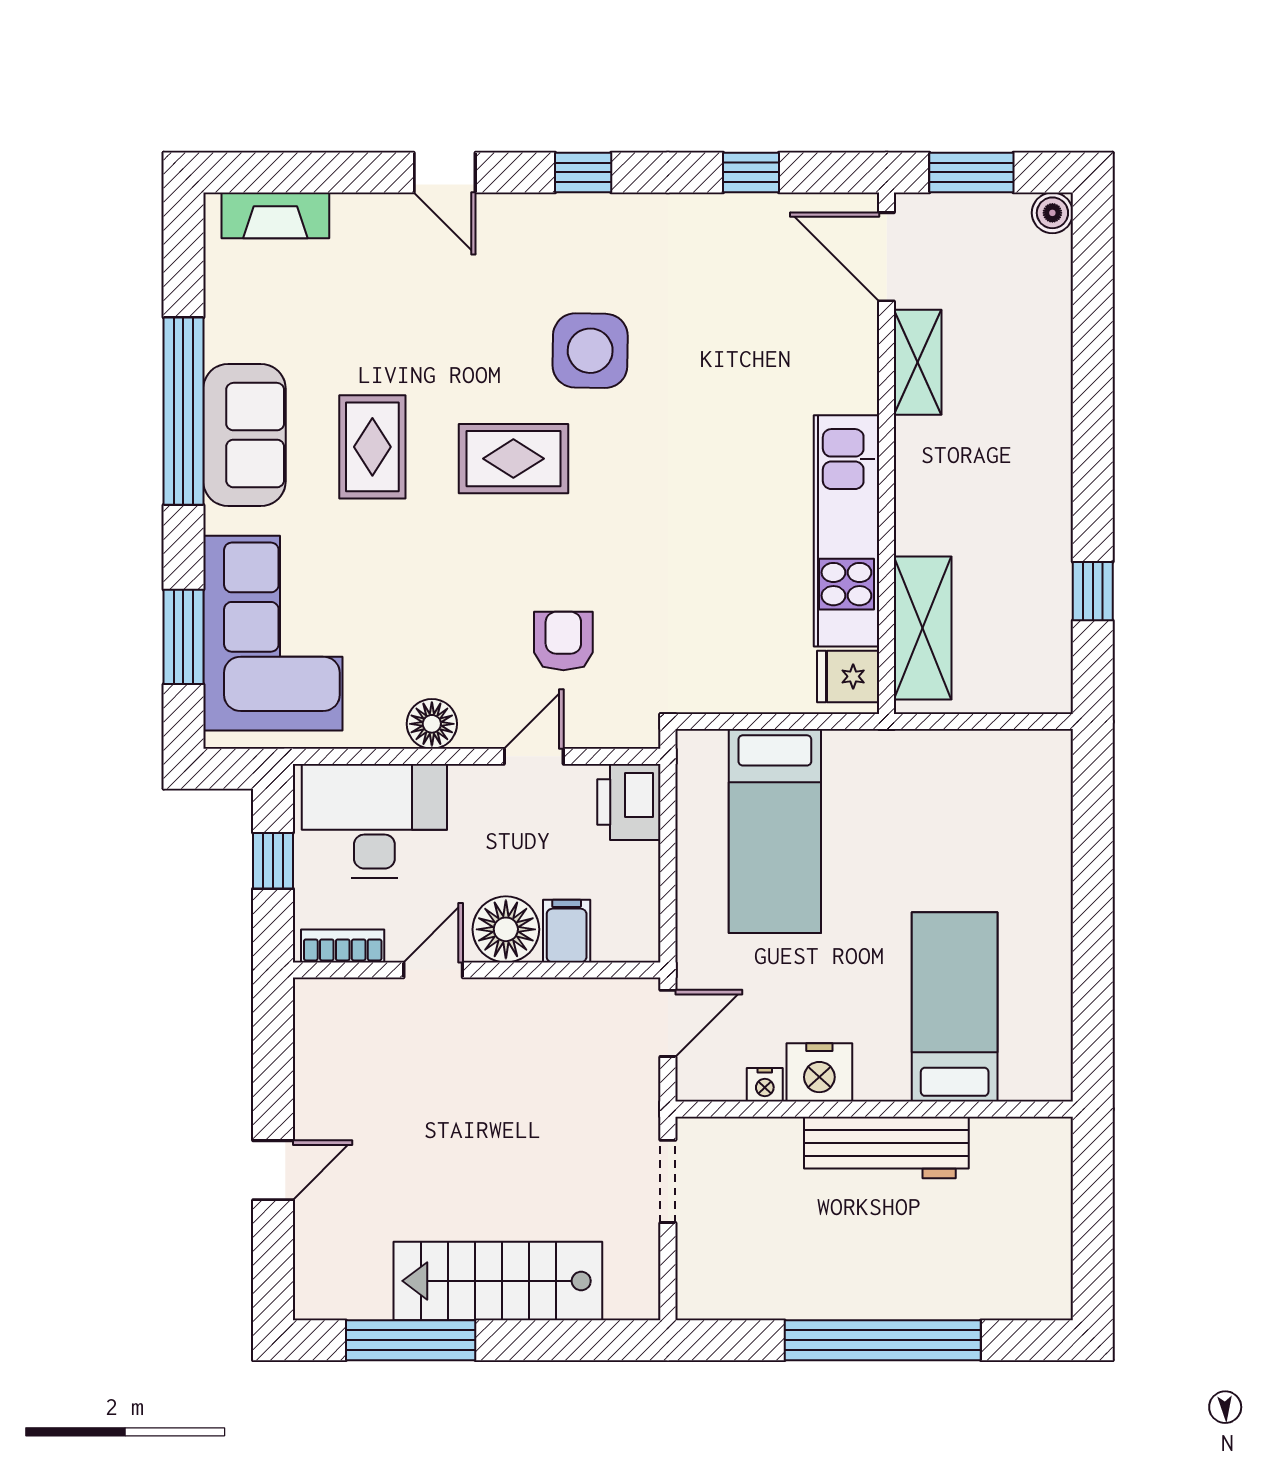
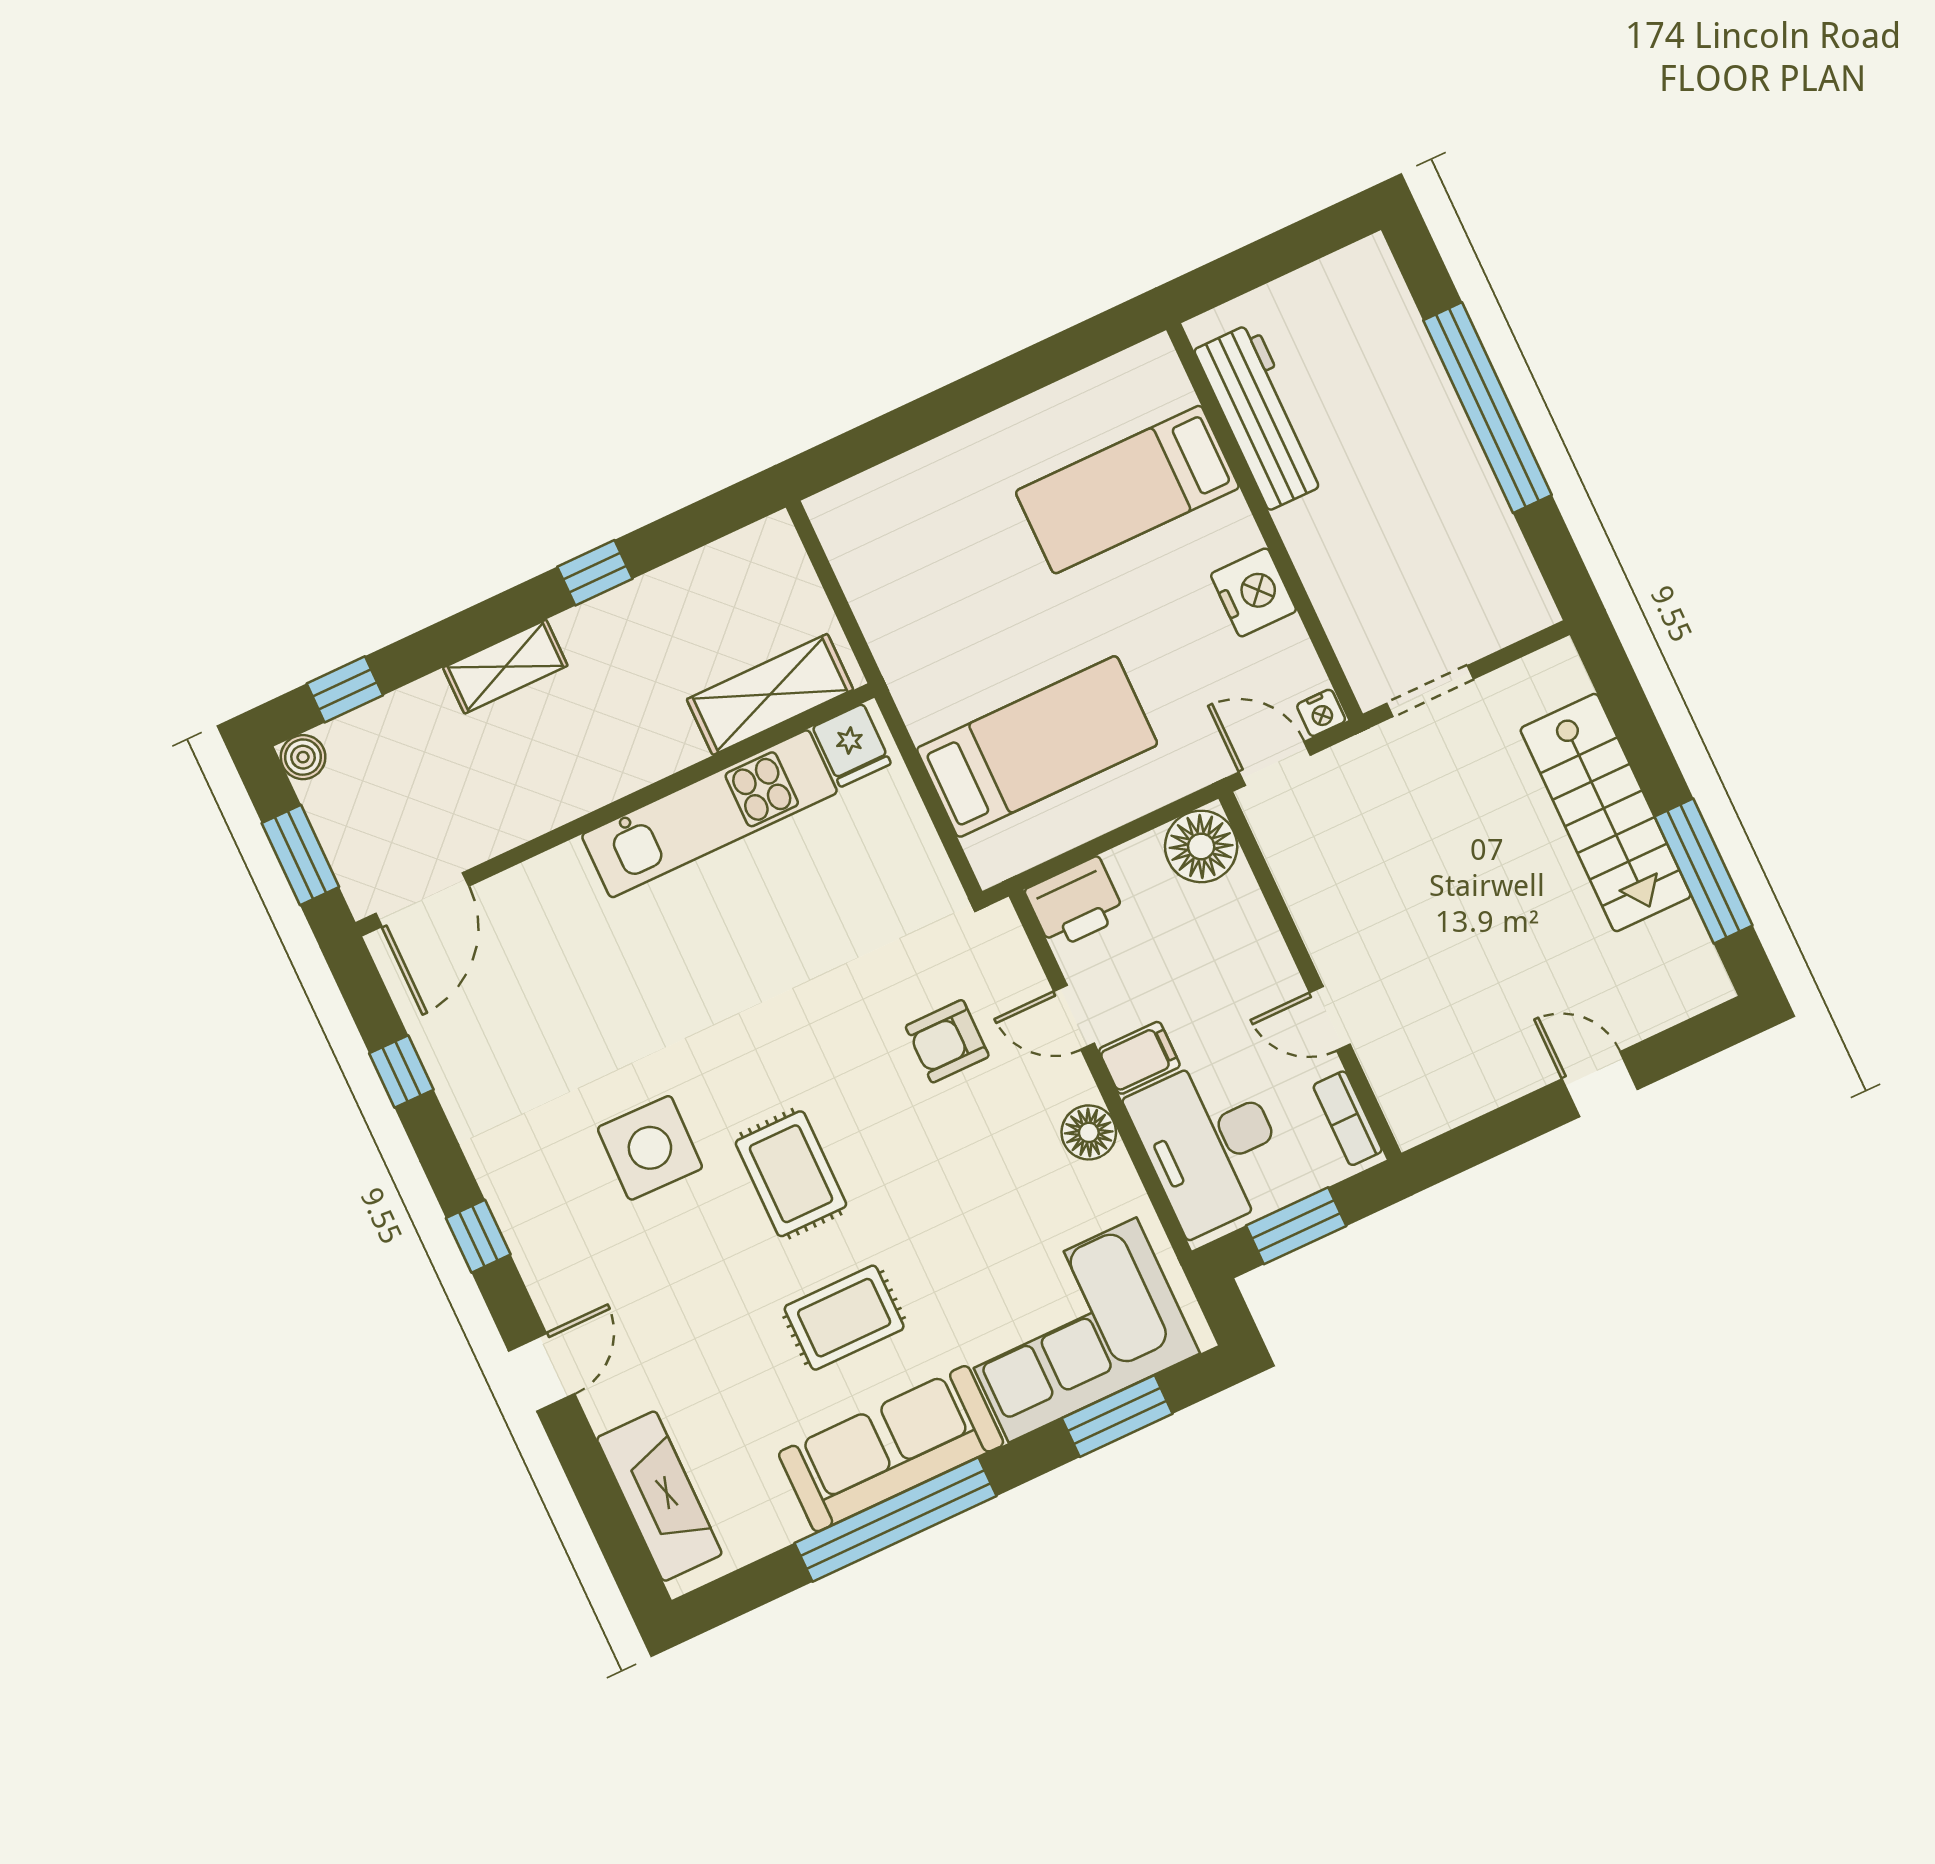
fireplace: (275, 215) -> (659, 1496), width x1.37, depth x1.32
window: (1093, 274) -> (345, 689), added
shelving: (918, 362) -> (505, 667), moved
sofa: (244, 435) -> (891, 1449), width x1.36
window: (1093, 591) -> (595, 573), moved
window: (273, 861) -> (1296, 1226), width x1.50
floor lamp: (506, 929) -> (1201, 846), moved
filing cabinet: (567, 931) -> (1139, 1058), moved, turned 180
nightstand: (765, 1085) -> (1321, 713), moved, turned 90
workbench: (886, 1147) -> (1261, 416), moved

